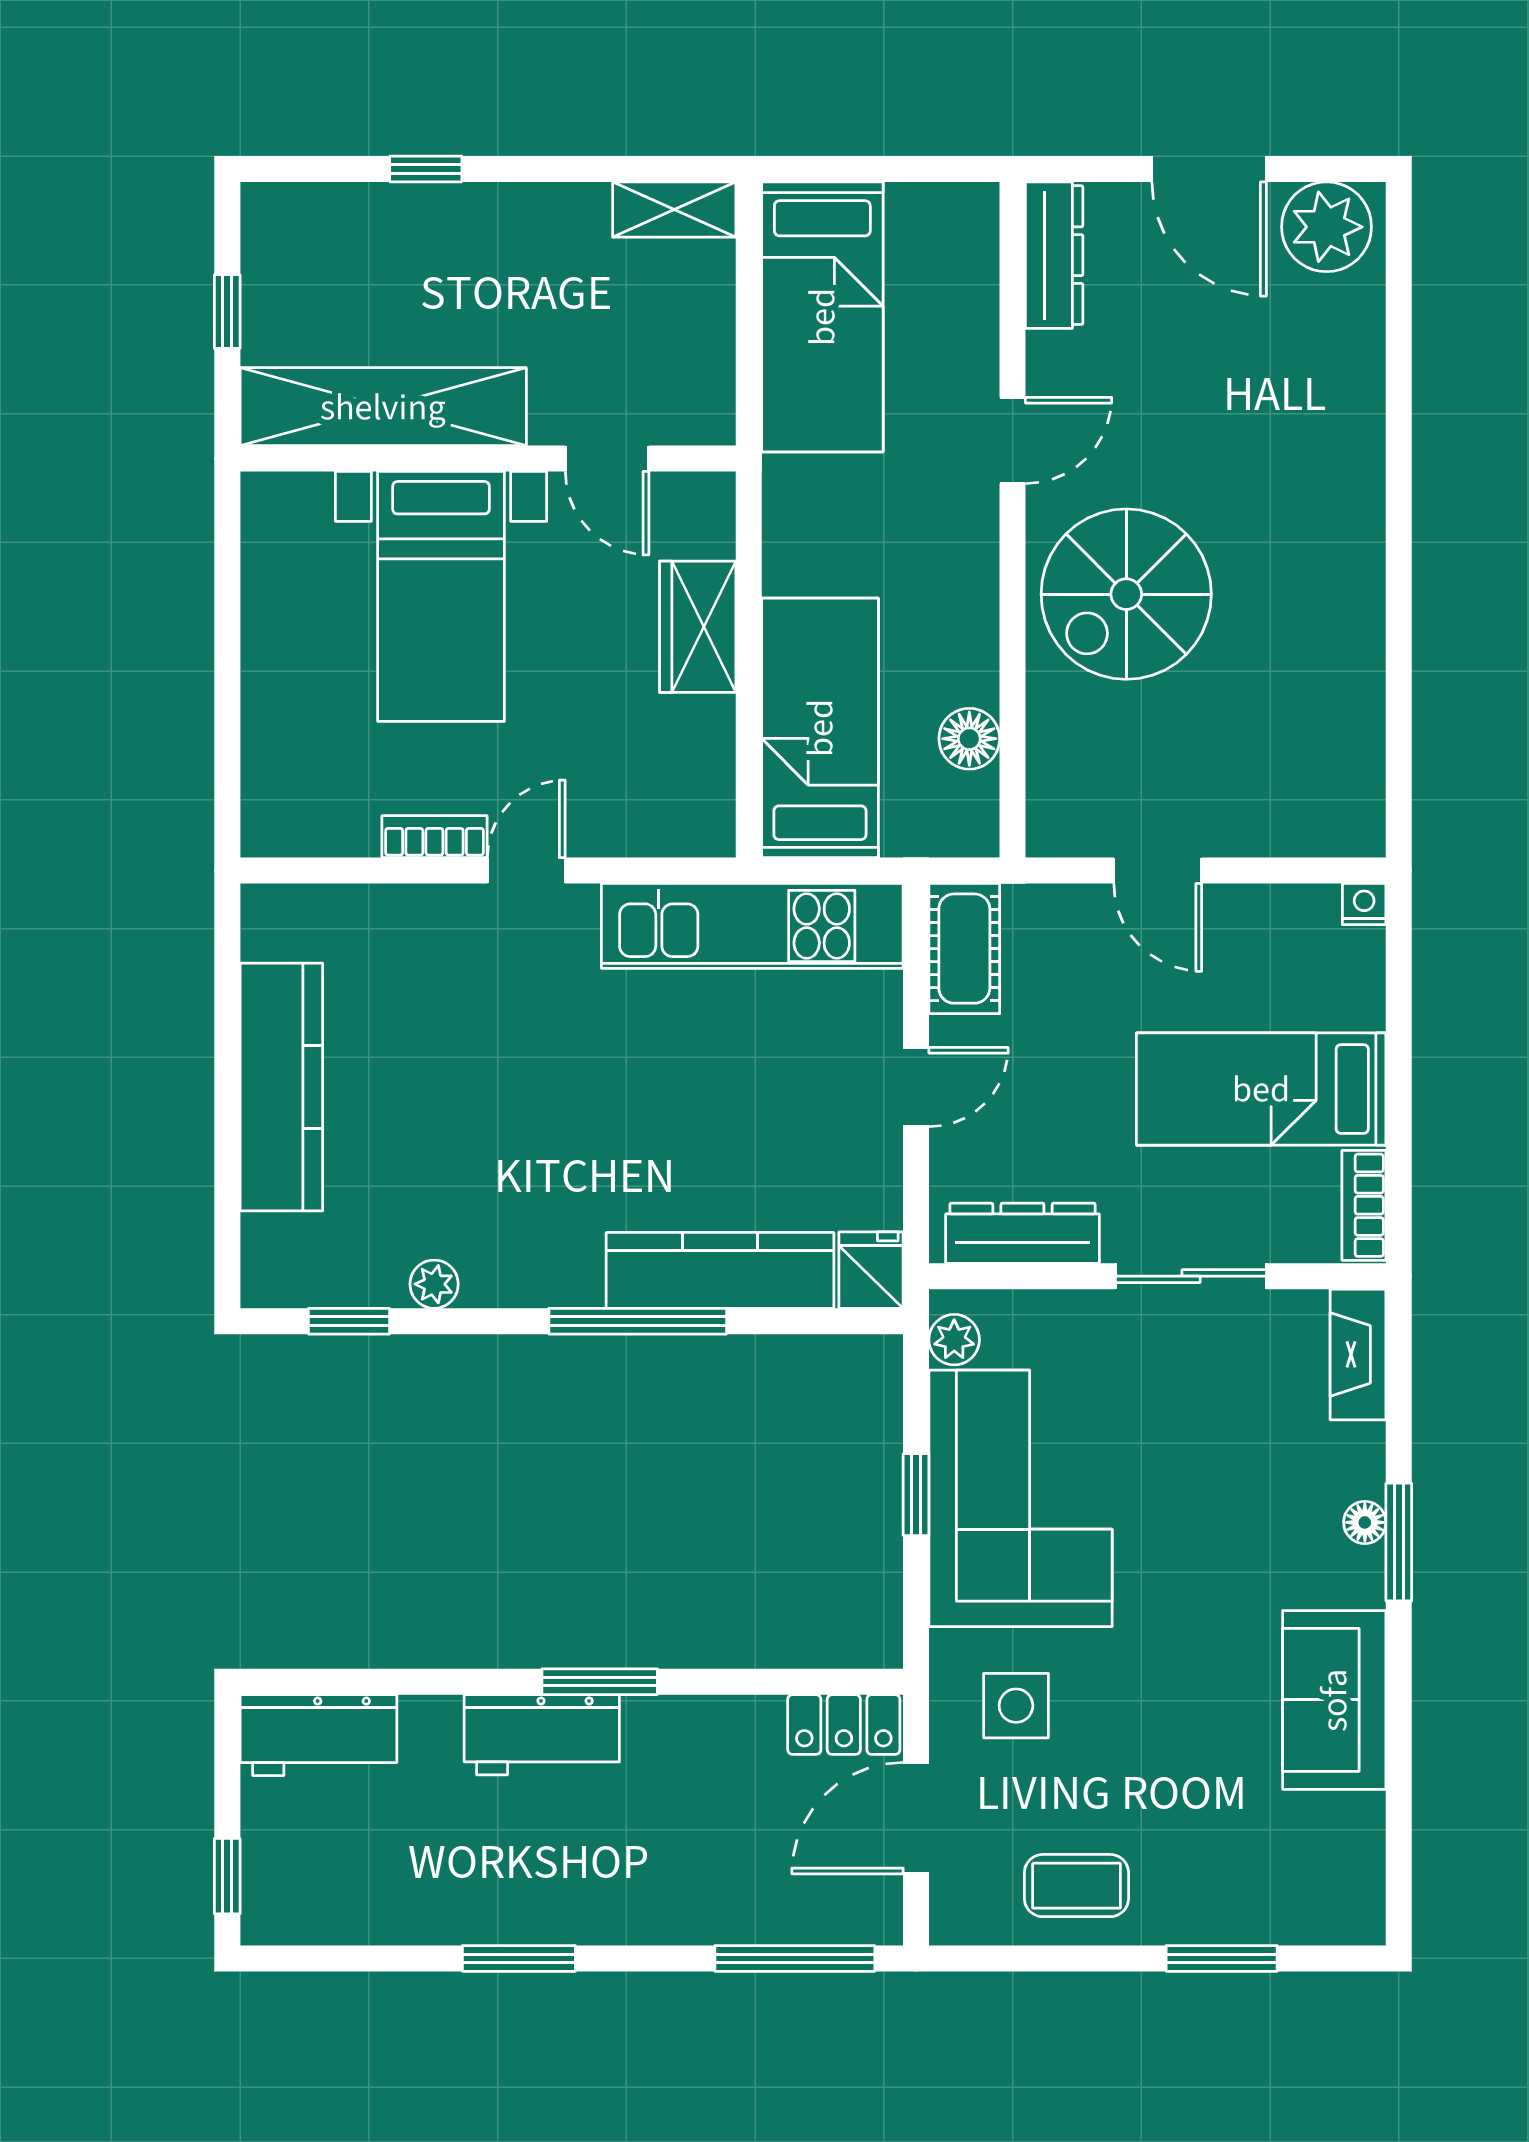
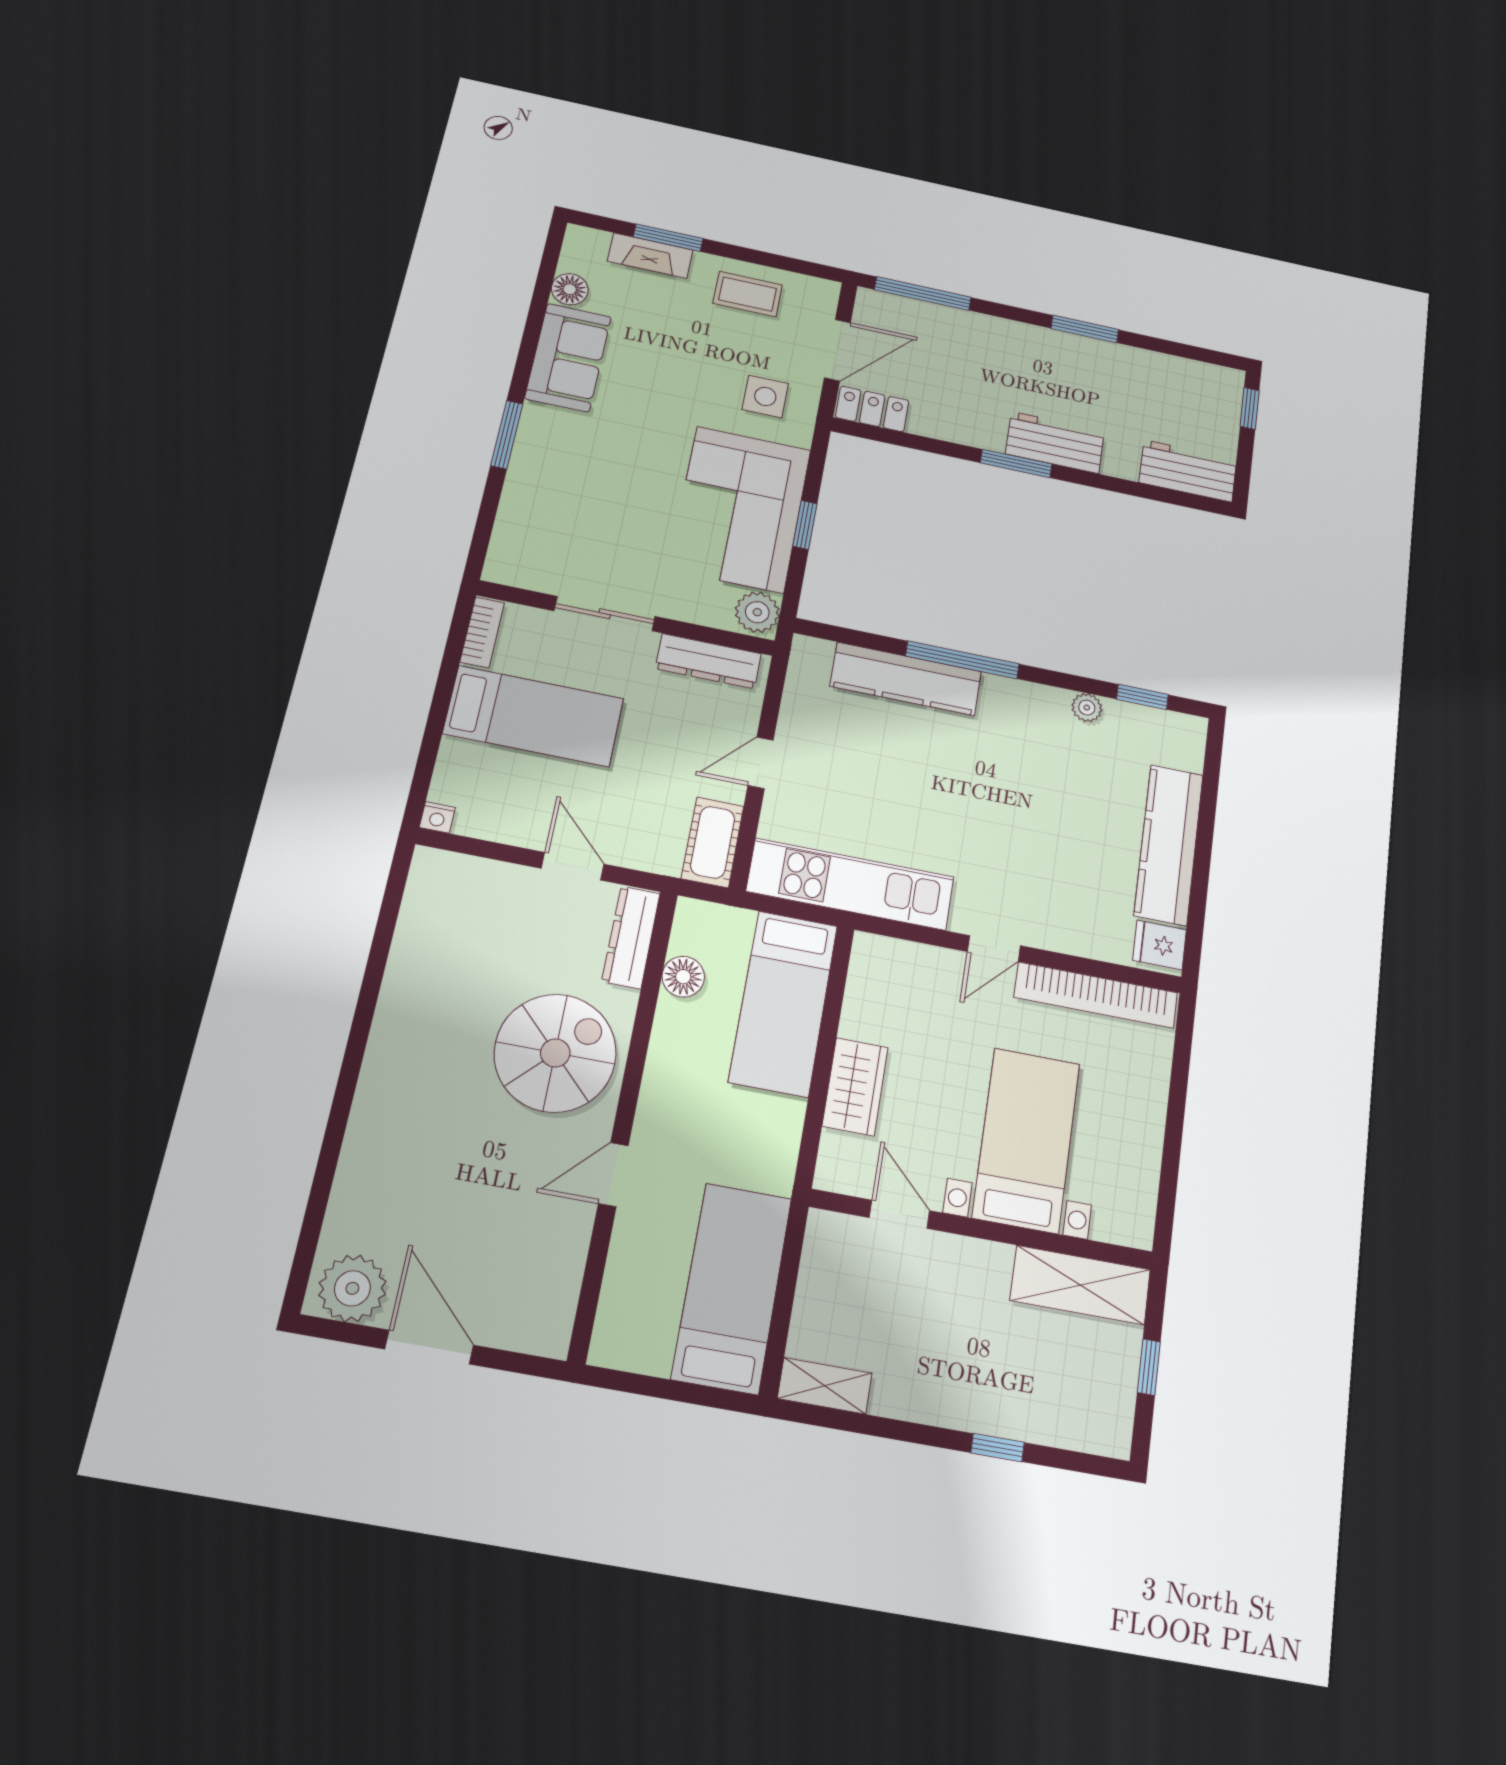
dresser: (1054, 255) -> (631, 937), moved
shelving: (383, 407) -> (1080, 1285), width x0.68
bookcase: (434, 837) -> (1096, 995), width x2.31, depth x1.31
fridge: (871, 1270) -> (1160, 945), moved, turned 90
plant: (954, 1340) -> (757, 612), width x1.38, depth x1.38
fireplace: (1358, 1354) -> (650, 256), moved, turned 90
floor lamp: (1365, 1522) -> (570, 289), moved, width x1.37, depth x1.37

